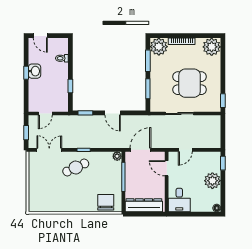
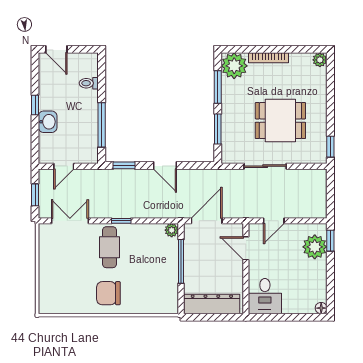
plant: (212, 47) -> (320, 60), width x0.53, depth x0.53
washbasin: (35, 71) -> (48, 122), moved
window: (70, 86) -> (102, 125), width x2.17
cafe table: (76, 168) -> (110, 247), turned -65
plant: (212, 181) -> (315, 247), moved
chair: (106, 202) -> (108, 293), moved, turned -90

